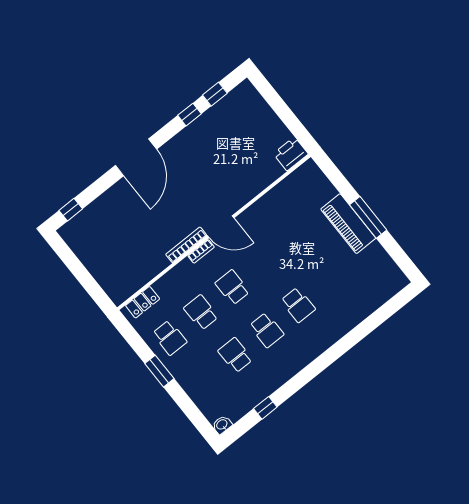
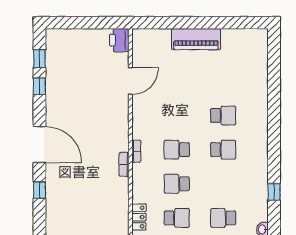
window: (71, 210) -> (39, 190), moved
window: (368, 217) -> (202, 23), removed
door: (221, 227) -> (130, 81), moved
bookcase: (186, 245) -> (124, 164), width x0.64
school desk: (235, 355) -> (223, 218), moved

